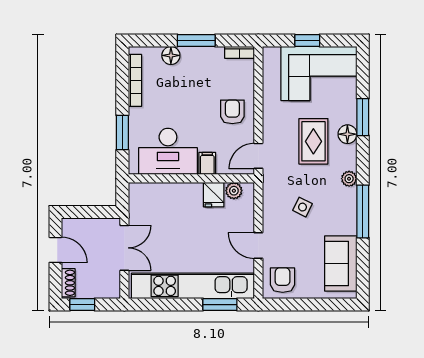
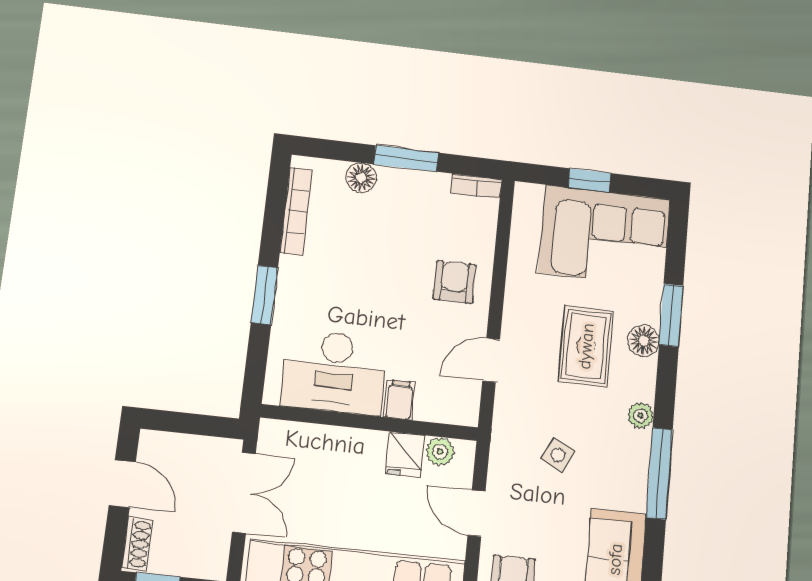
desk: (168, 151) -> (334, 372), moved
filing cabinet: (207, 163) -> (399, 400), moved
wall: (191, 178) -> (369, 422), moved
plant: (234, 191) -> (440, 451), moved
fridge: (214, 195) -> (405, 454), moved

